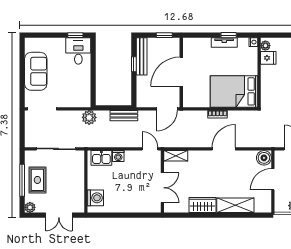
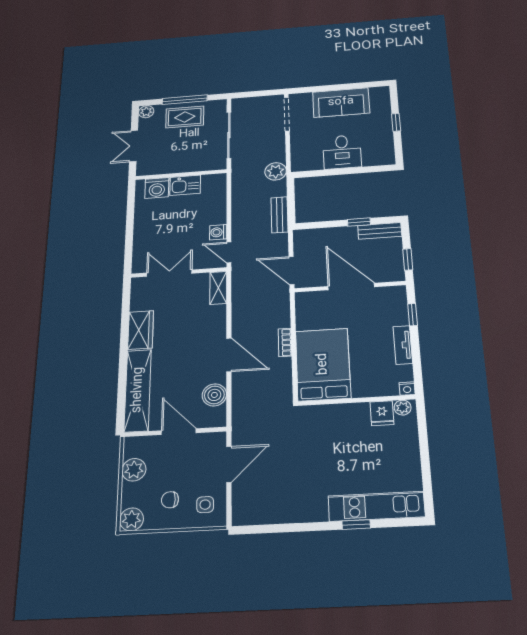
window: (75, 35) -> (396, 122), moved
window: (229, 35) -> (413, 315), moved
desk: (78, 51) -> (342, 152), moved, turned 90
bench: (142, 56) -> (380, 231), width x0.73
door: (150, 149) -> (229, 252), swing flipped
washing machine: (118, 156) -> (218, 232), moved
kitchen sink: (101, 158) -> (185, 185), moved, turned -90
boiler: (264, 158) -> (214, 395), moved
double door: (162, 188) -> (169, 273), swing flipped
shelving: (235, 205) -> (138, 390), width x1.47

